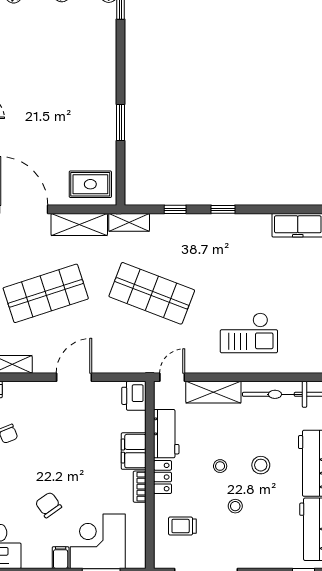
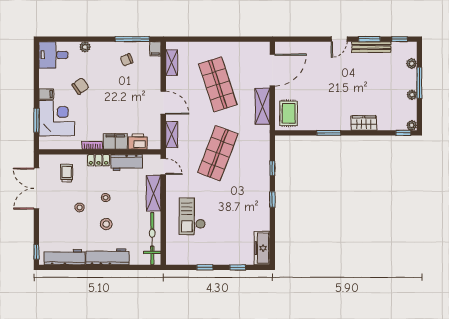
wardrobe: (105, 68) -> (364, 123), added
shelving: (129, 222) -> (172, 135), moved
printer: (134, 396) -> (138, 142), moved

